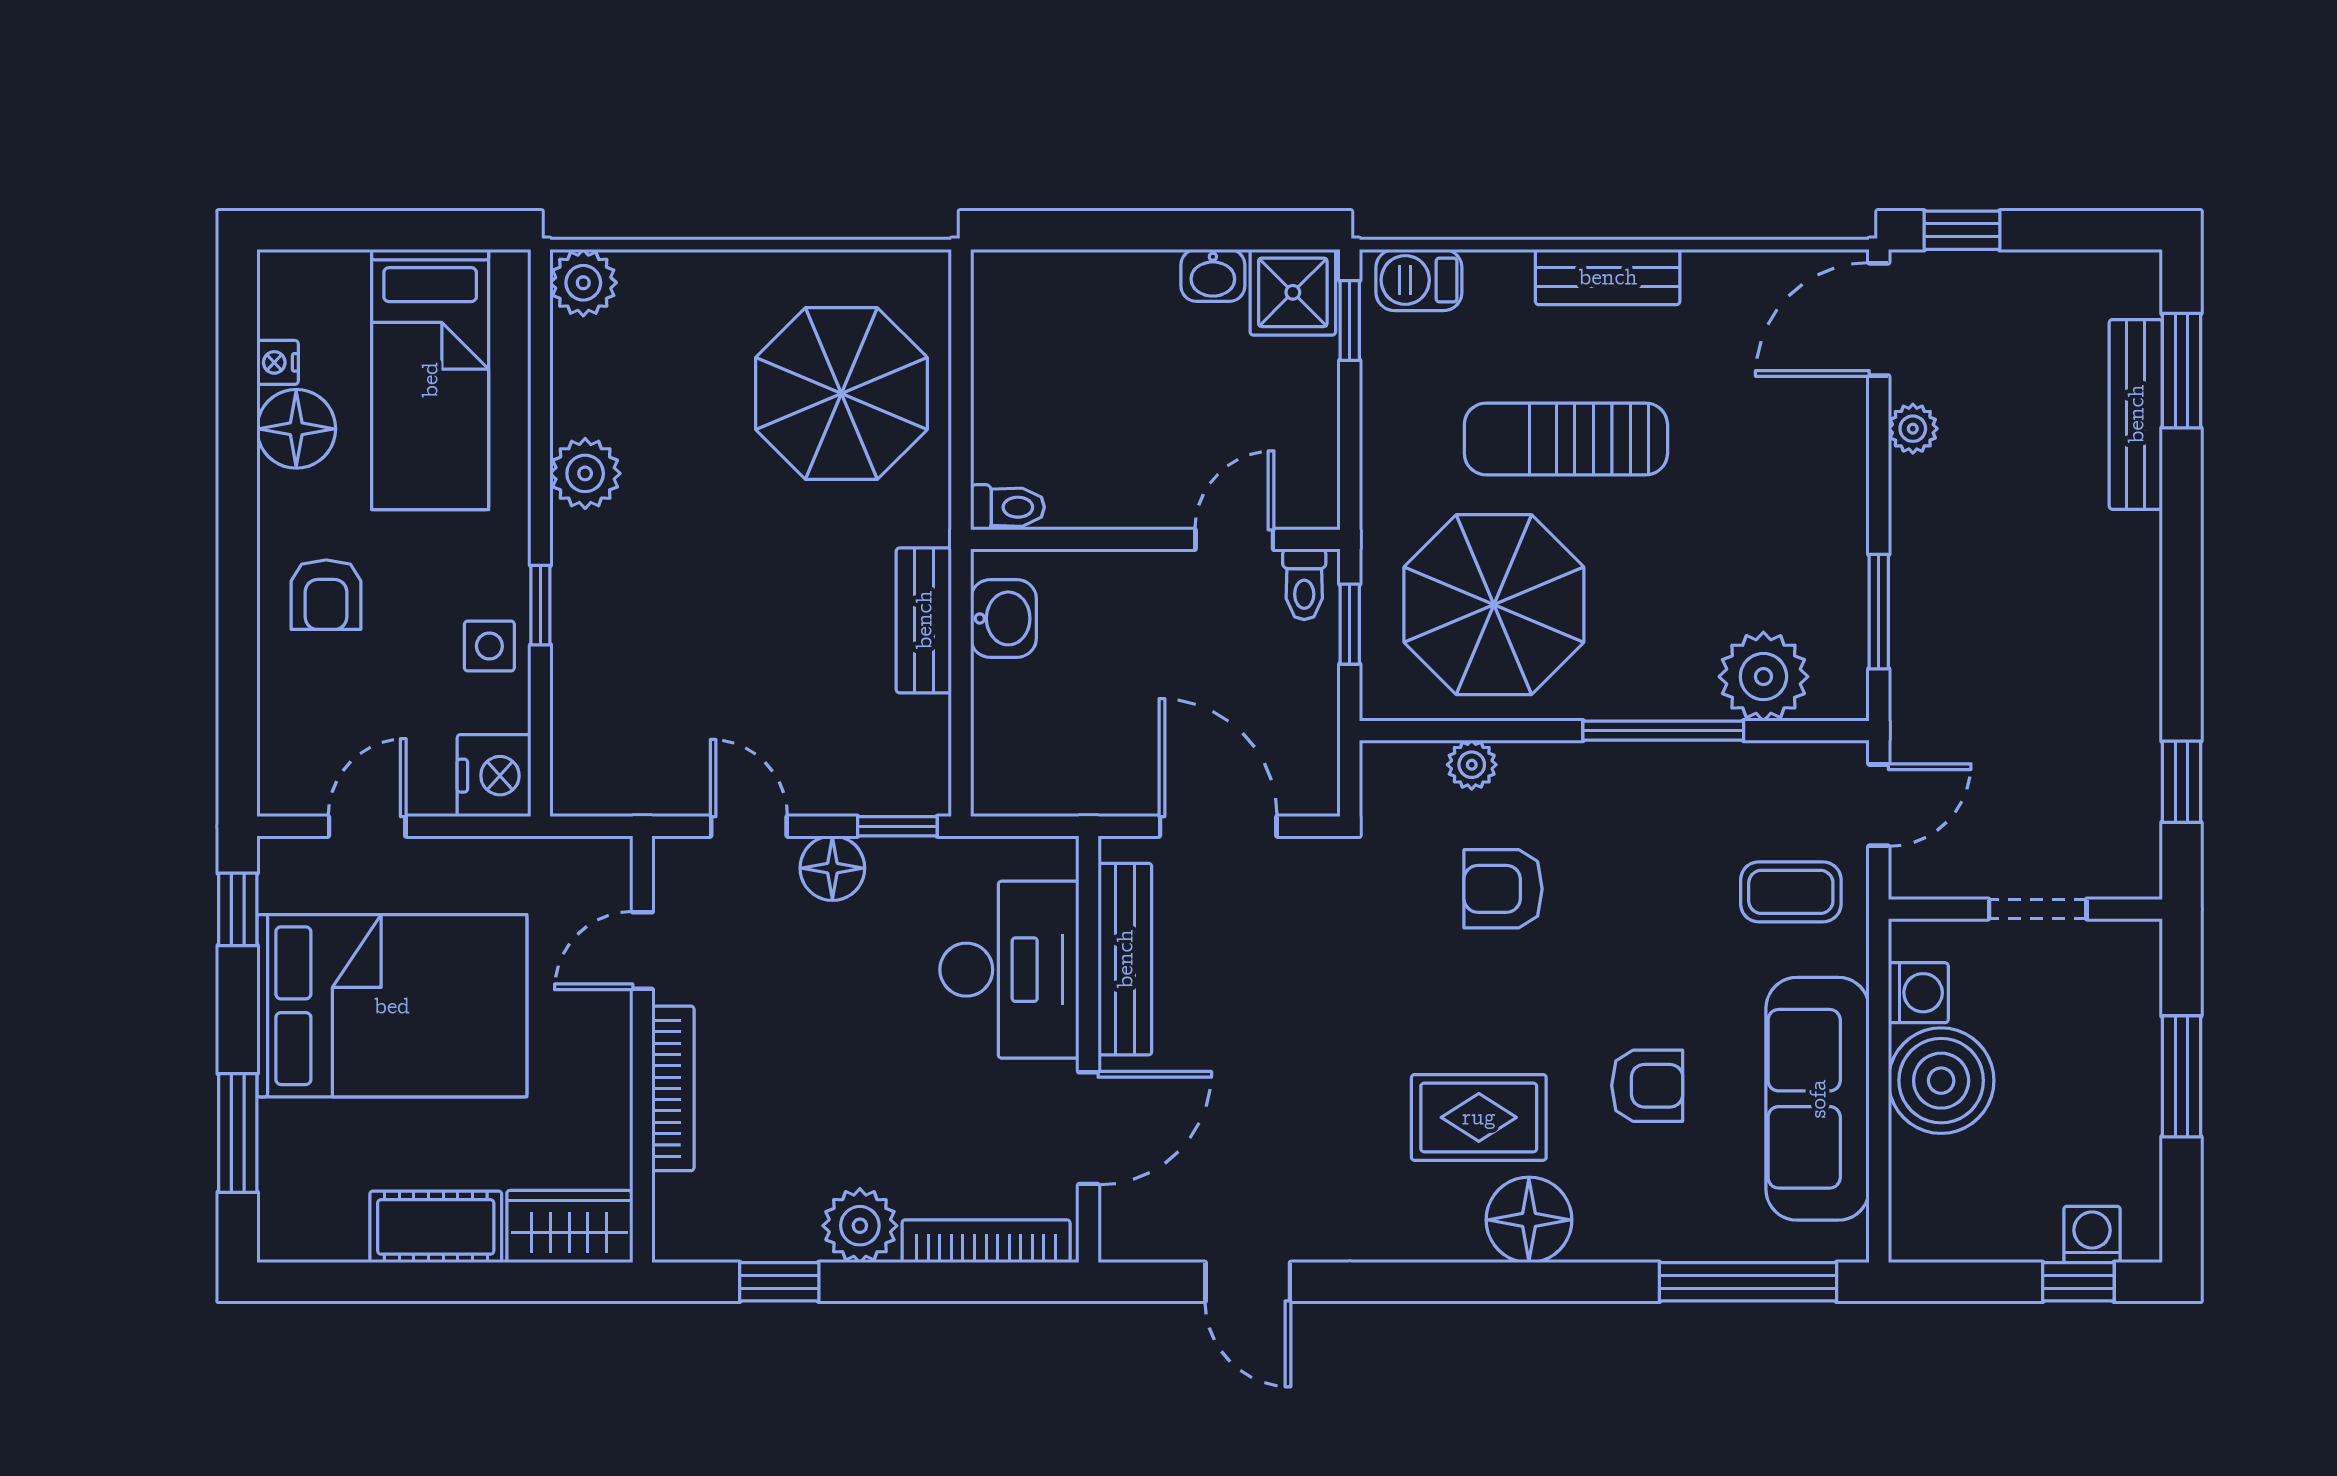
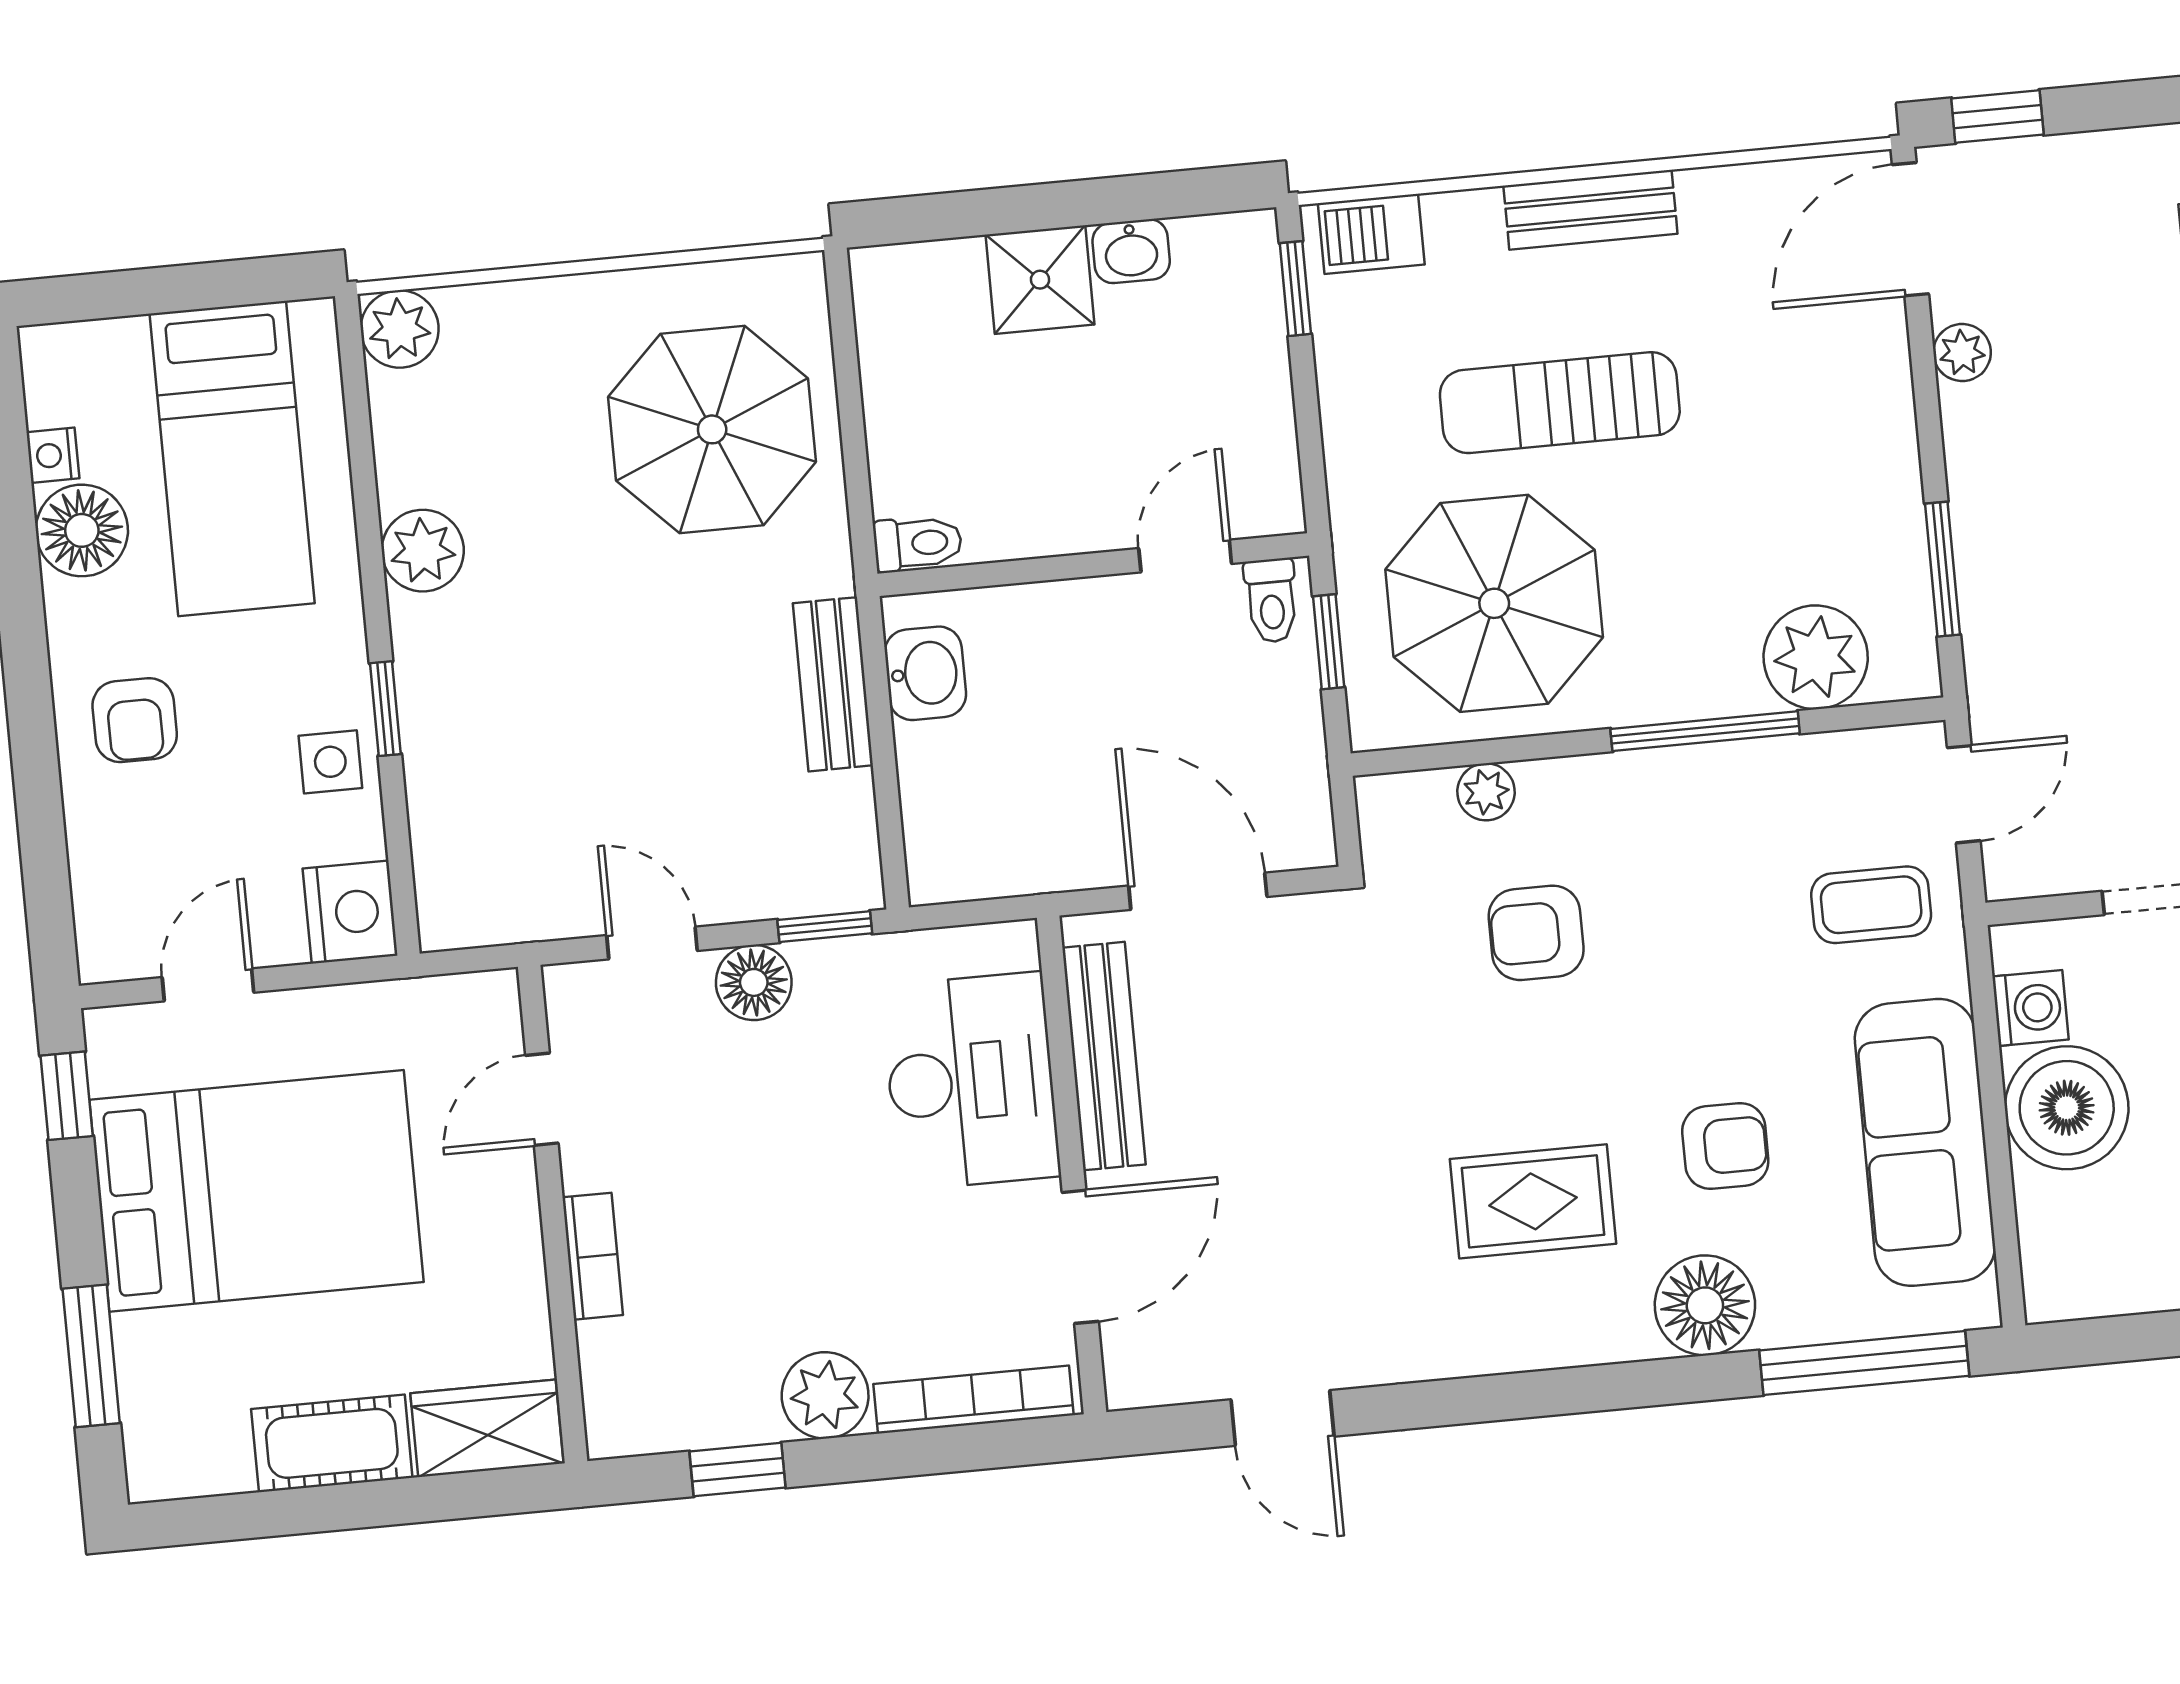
shower: (1293, 292) -> (1040, 280), moved
bookcase: (673, 1088) -> (593, 1256), width x0.64
floor lamp: (1529, 1220) -> (1705, 1305), moved

